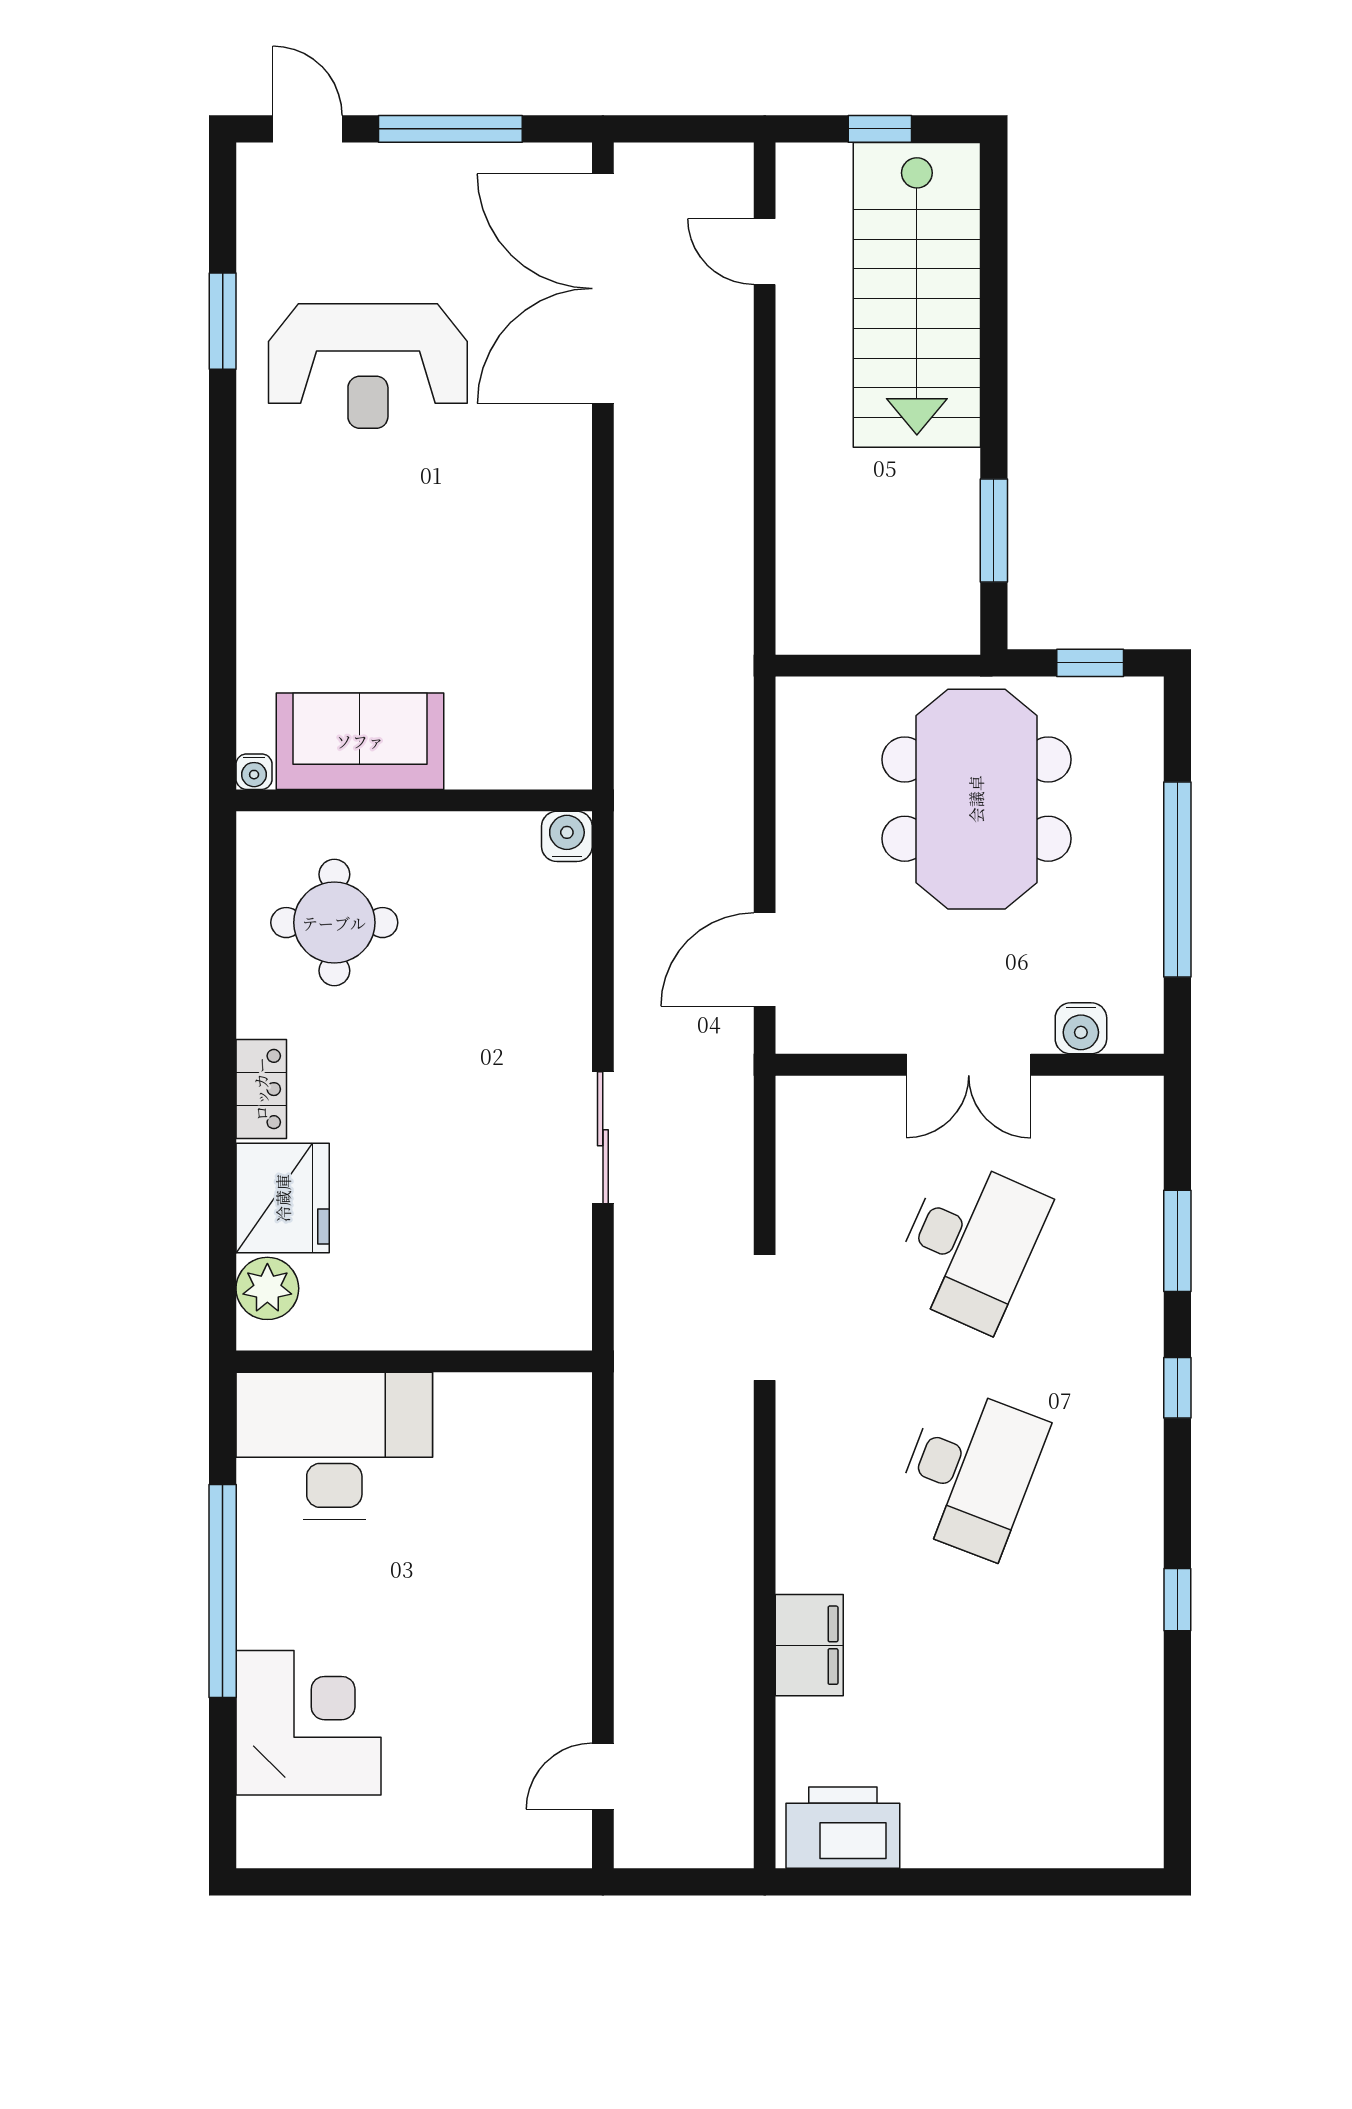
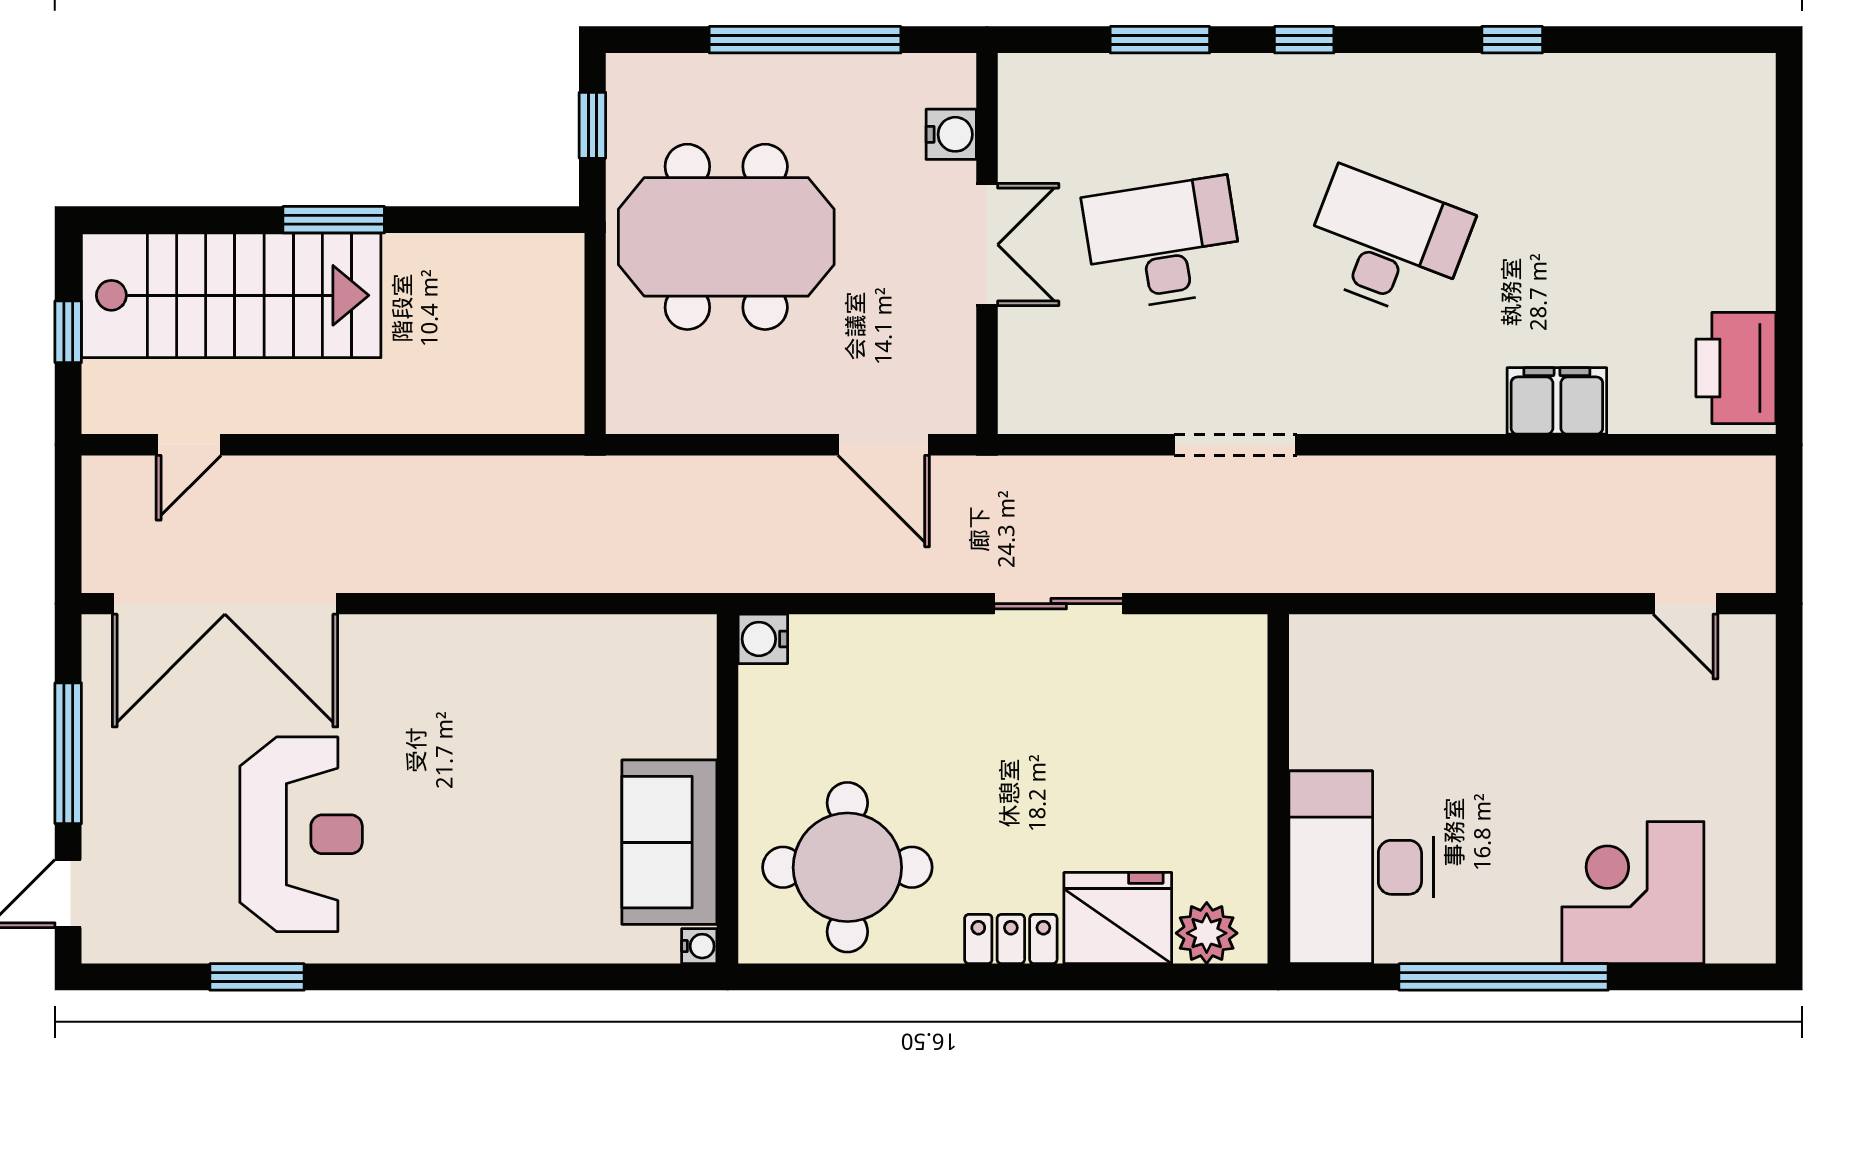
window: (994, 530) -> (334, 220), moved
round table: (334, 923) -> (847, 867), width x1.36, depth x1.36
desk: (970, 1244) -> (1163, 244), turned -33

